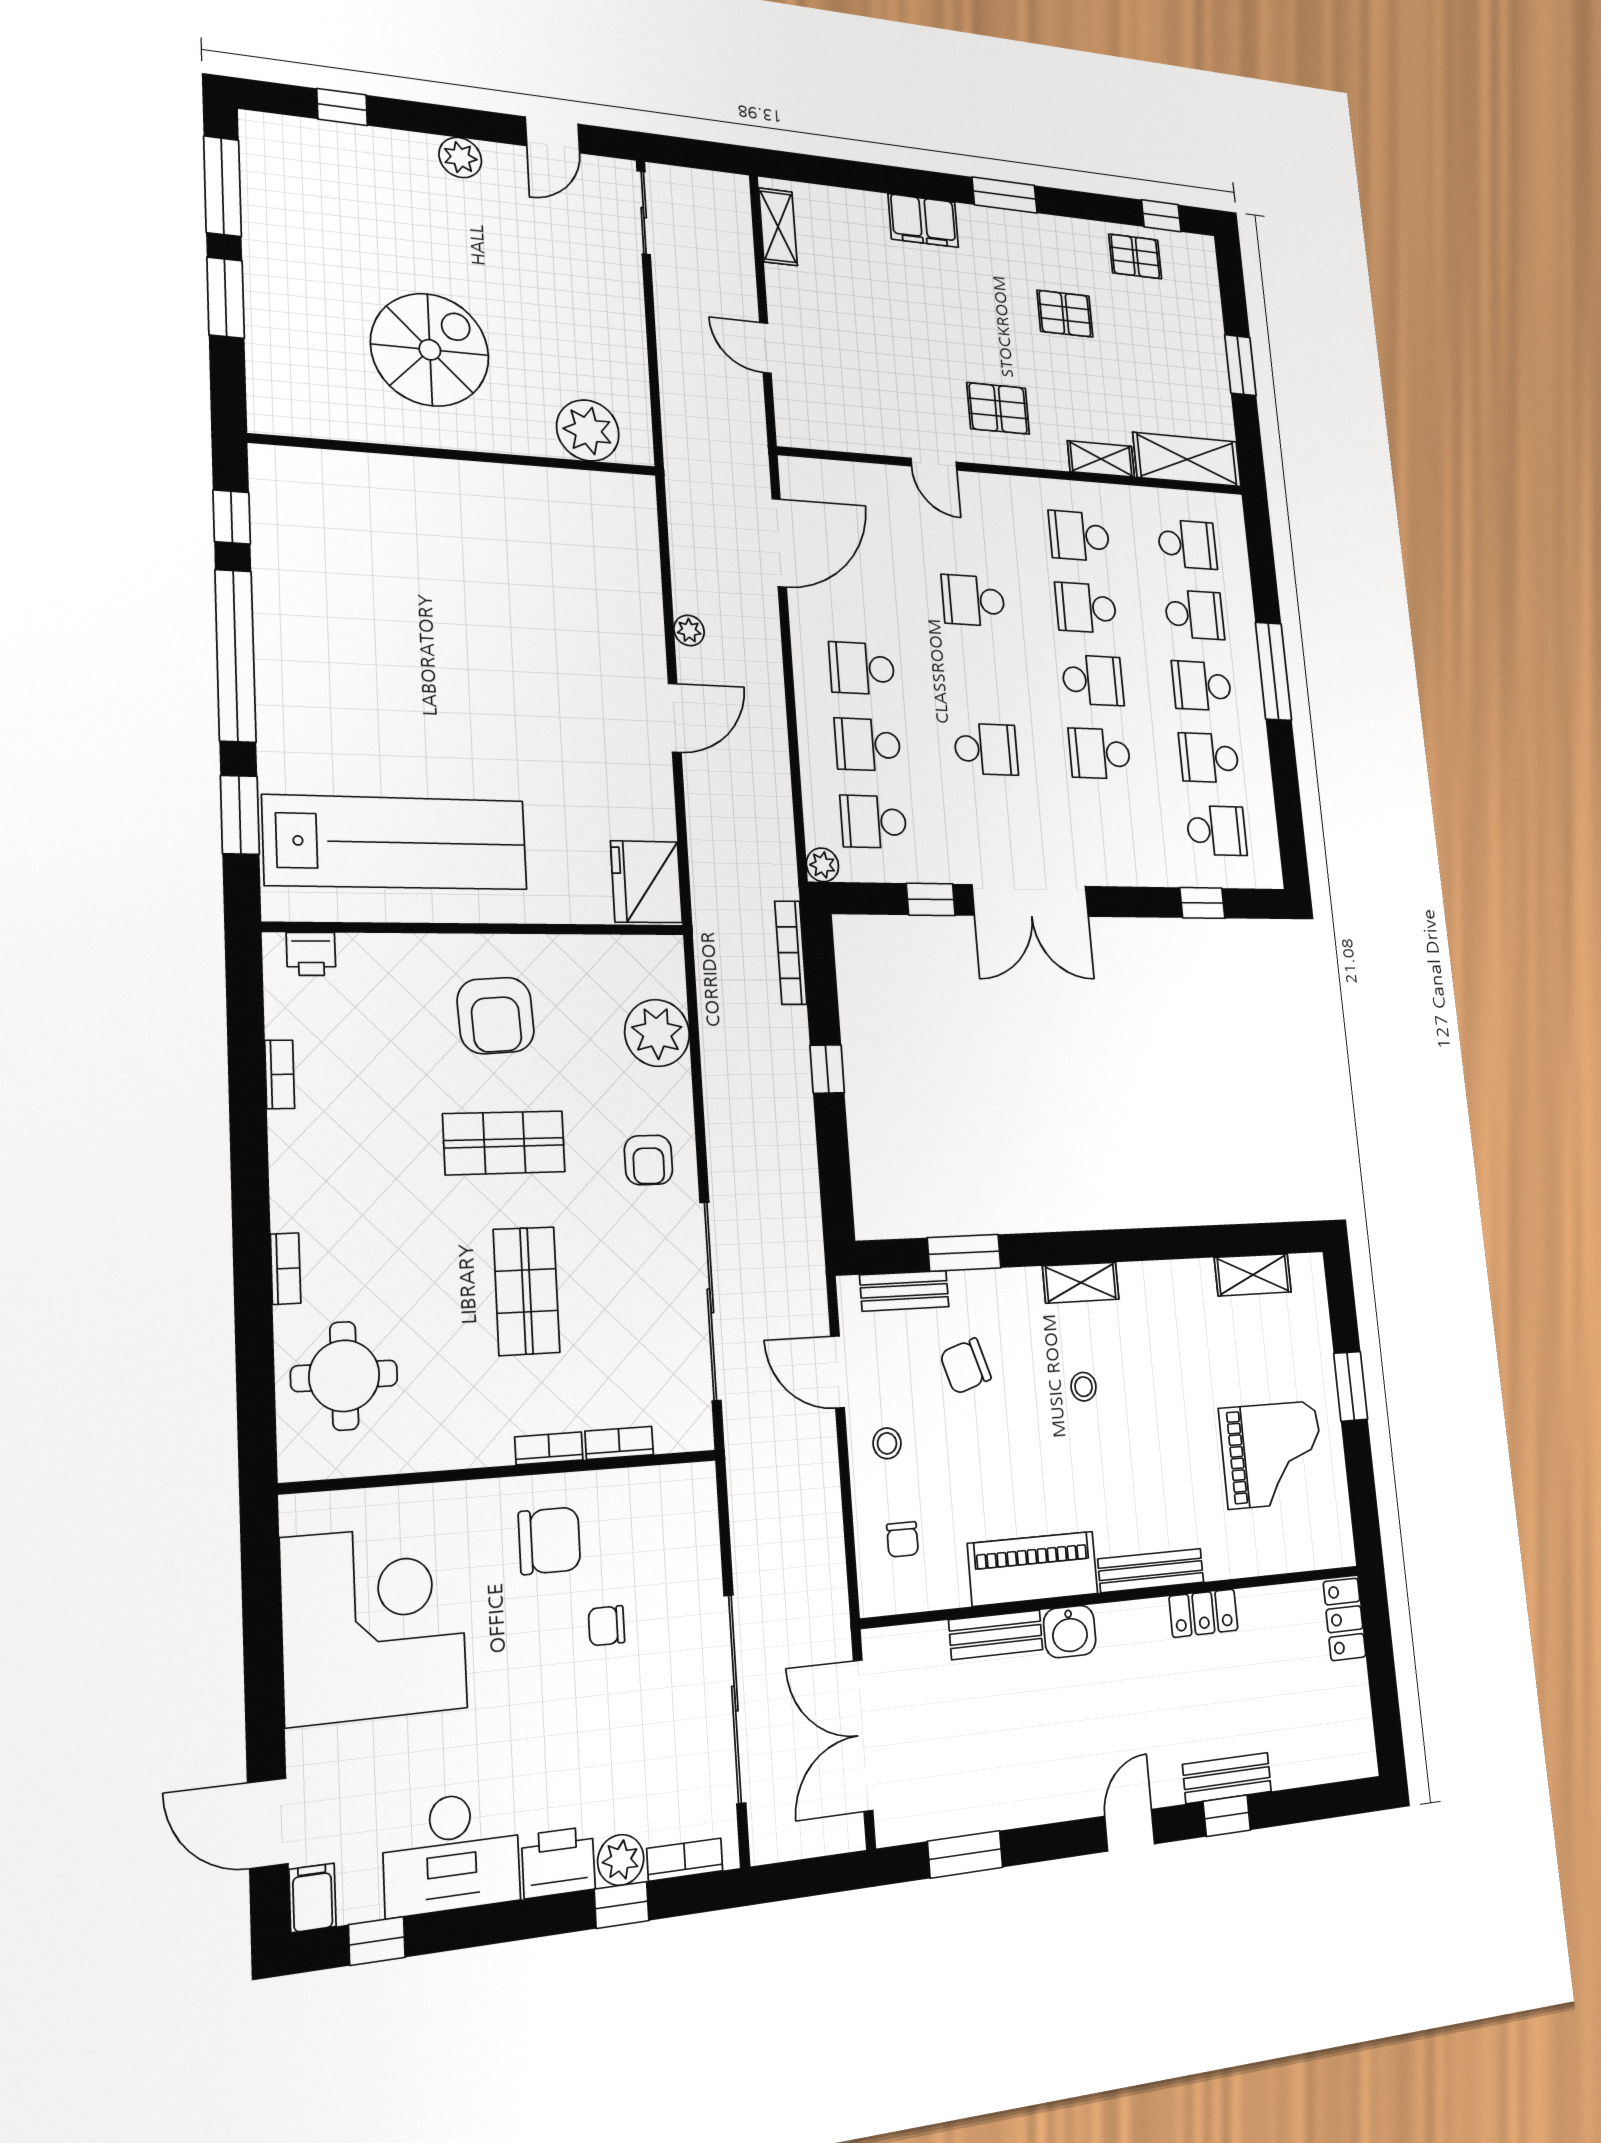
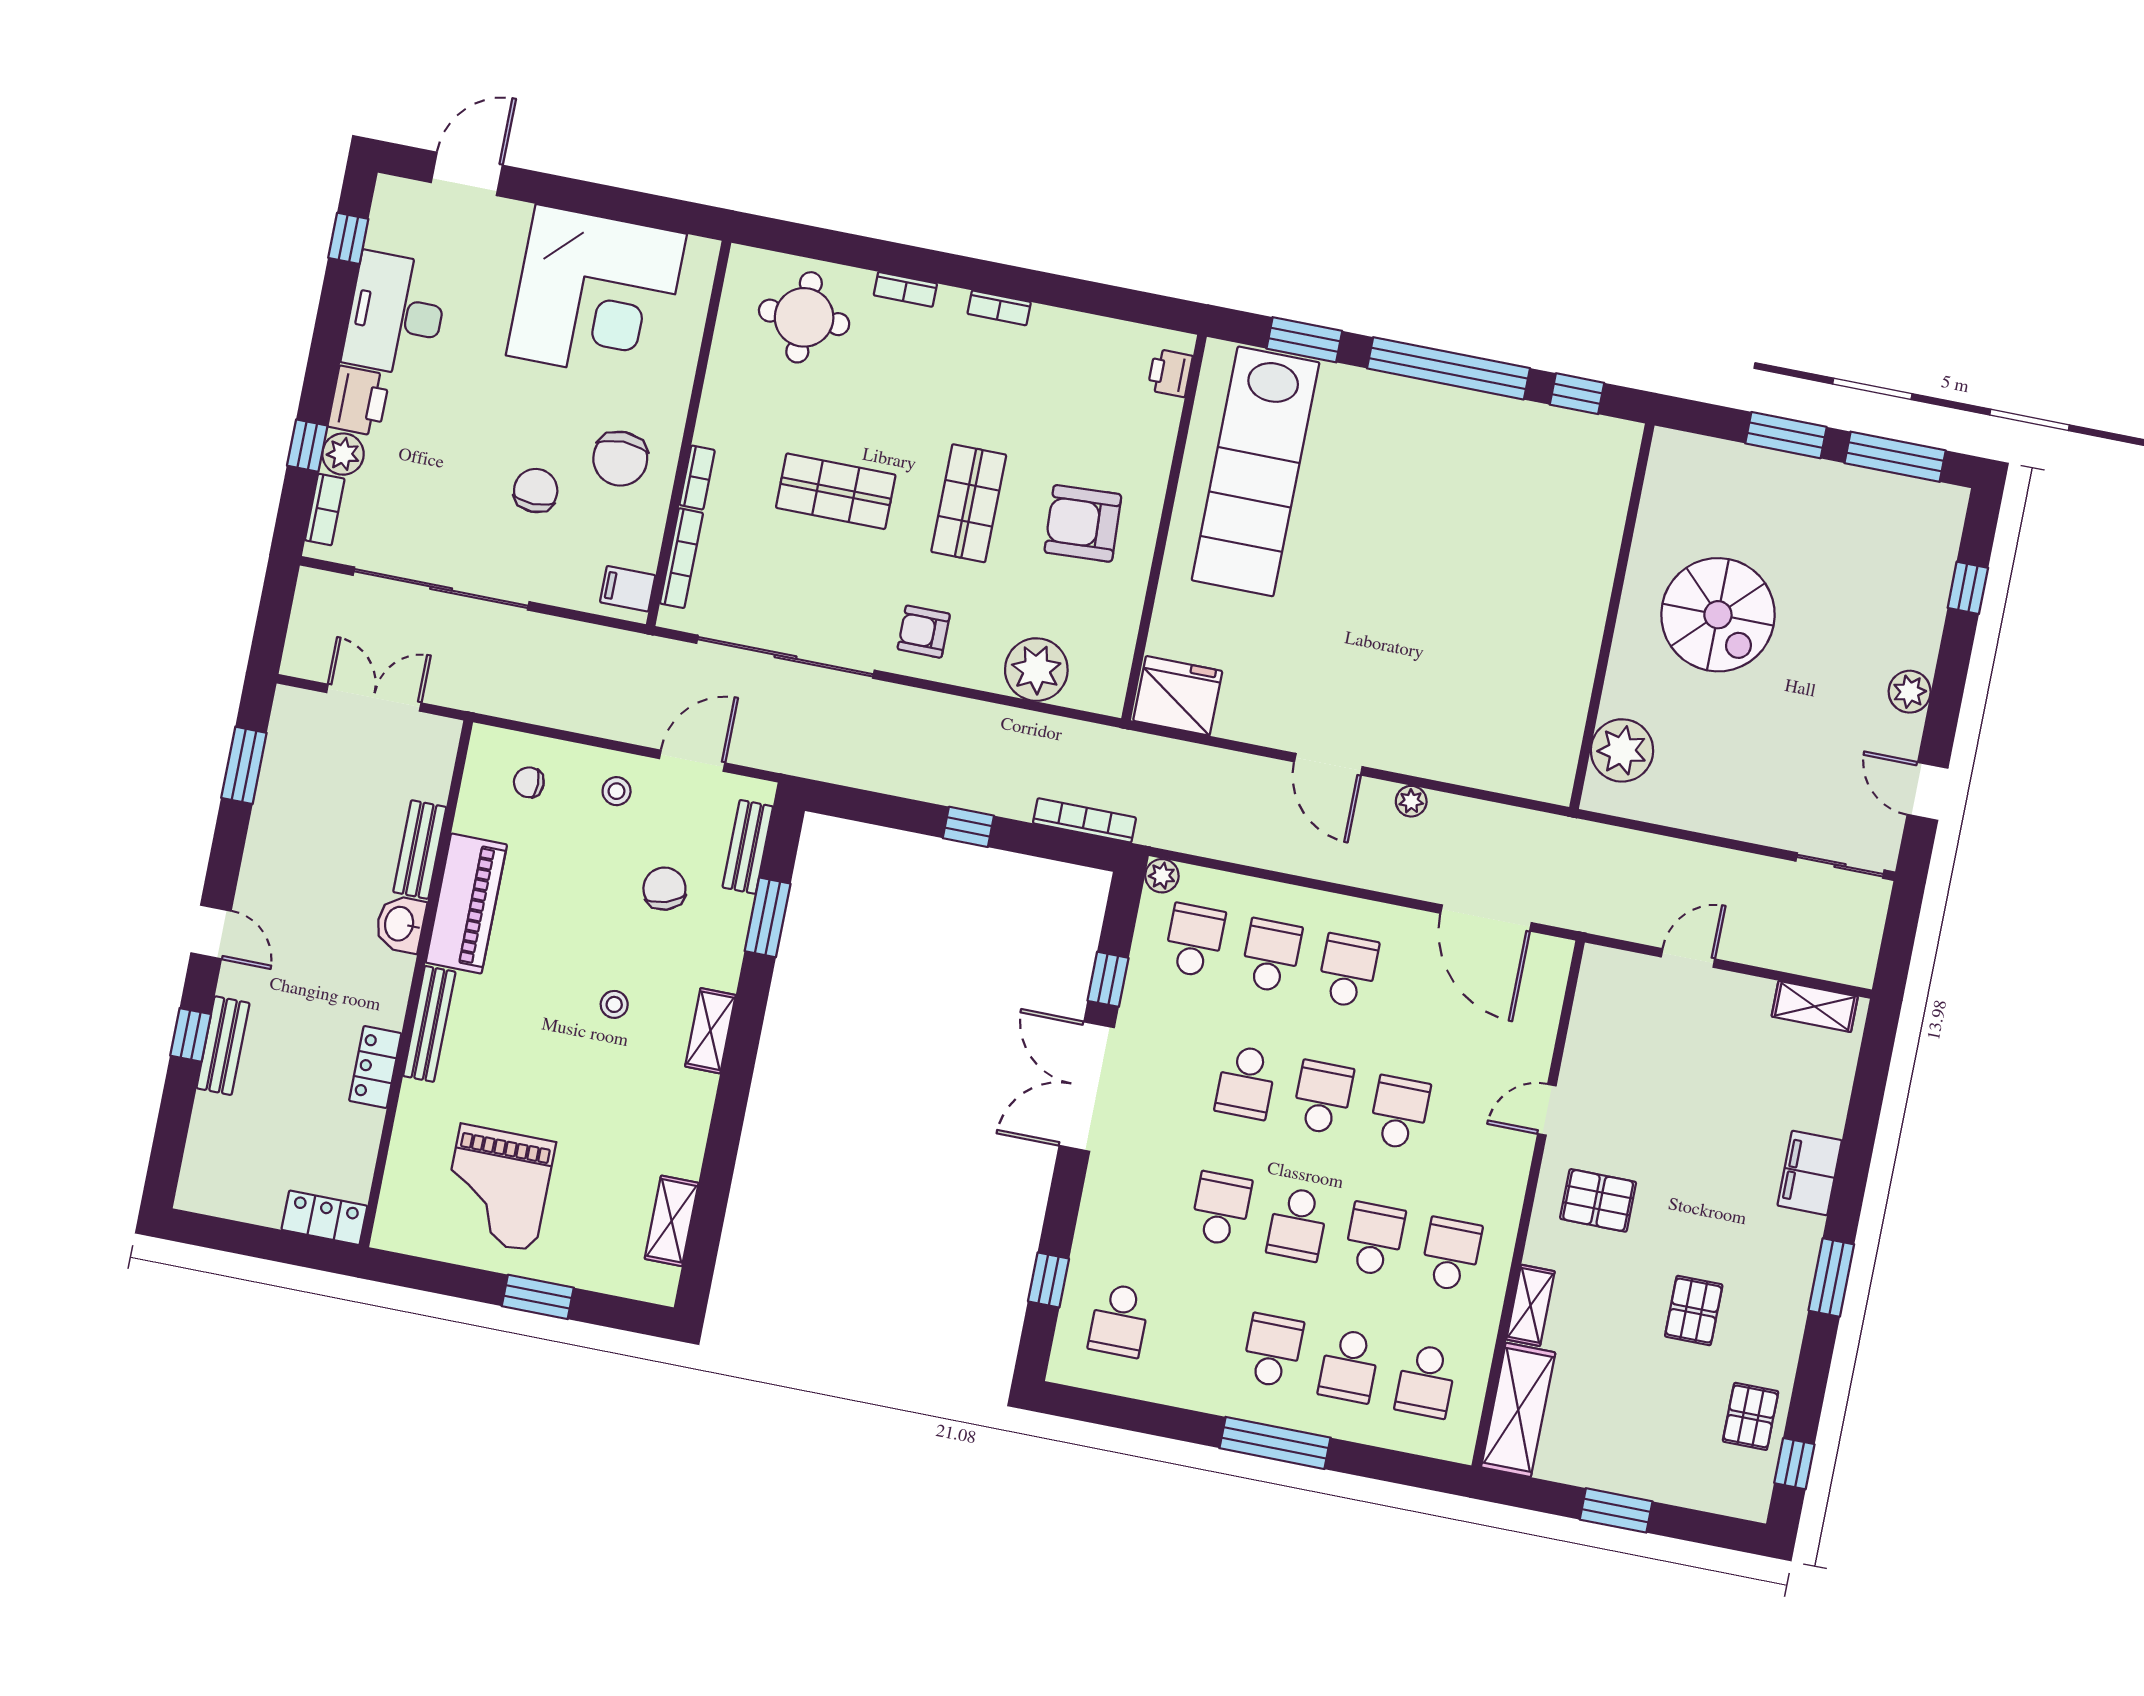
pallet: (998, 408) -> (1598, 1200), turned 90
school desk: (1209, 758) -> (1323, 1097), moved
bookcase: (280, 1074) -> (999, 308), moved
bookcase: (619, 1443) -> (681, 558), width x1.56
chair: (607, 1626) -> (536, 491), width x1.37, depth x1.37
double door: (863, 1735) -> (374, 698), width x0.73
filing cabinet: (313, 1898) -> (628, 589), moved, turned 180

